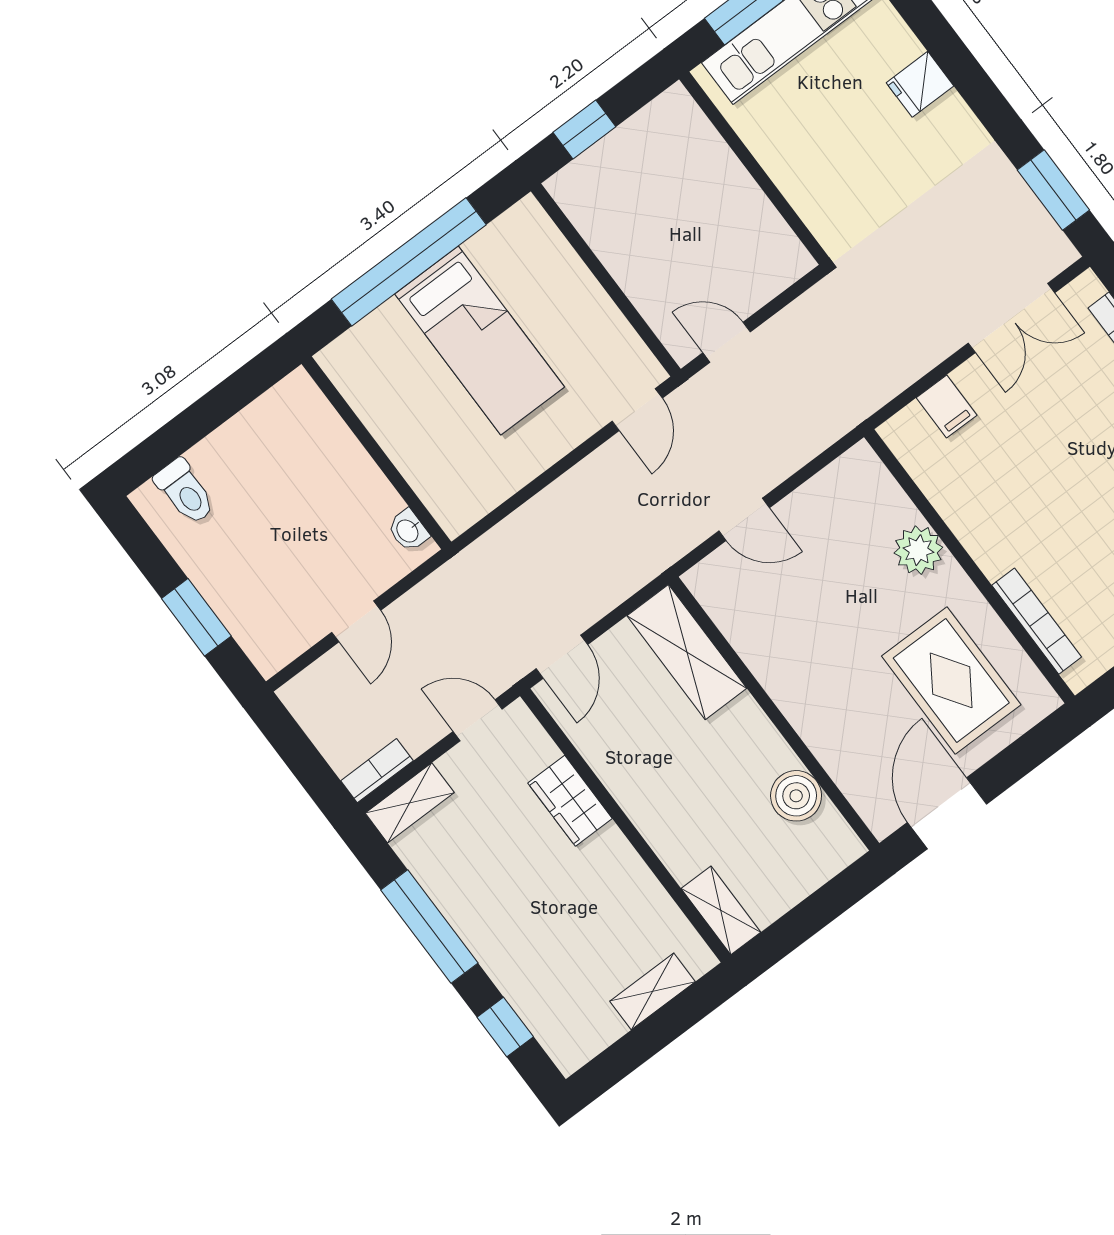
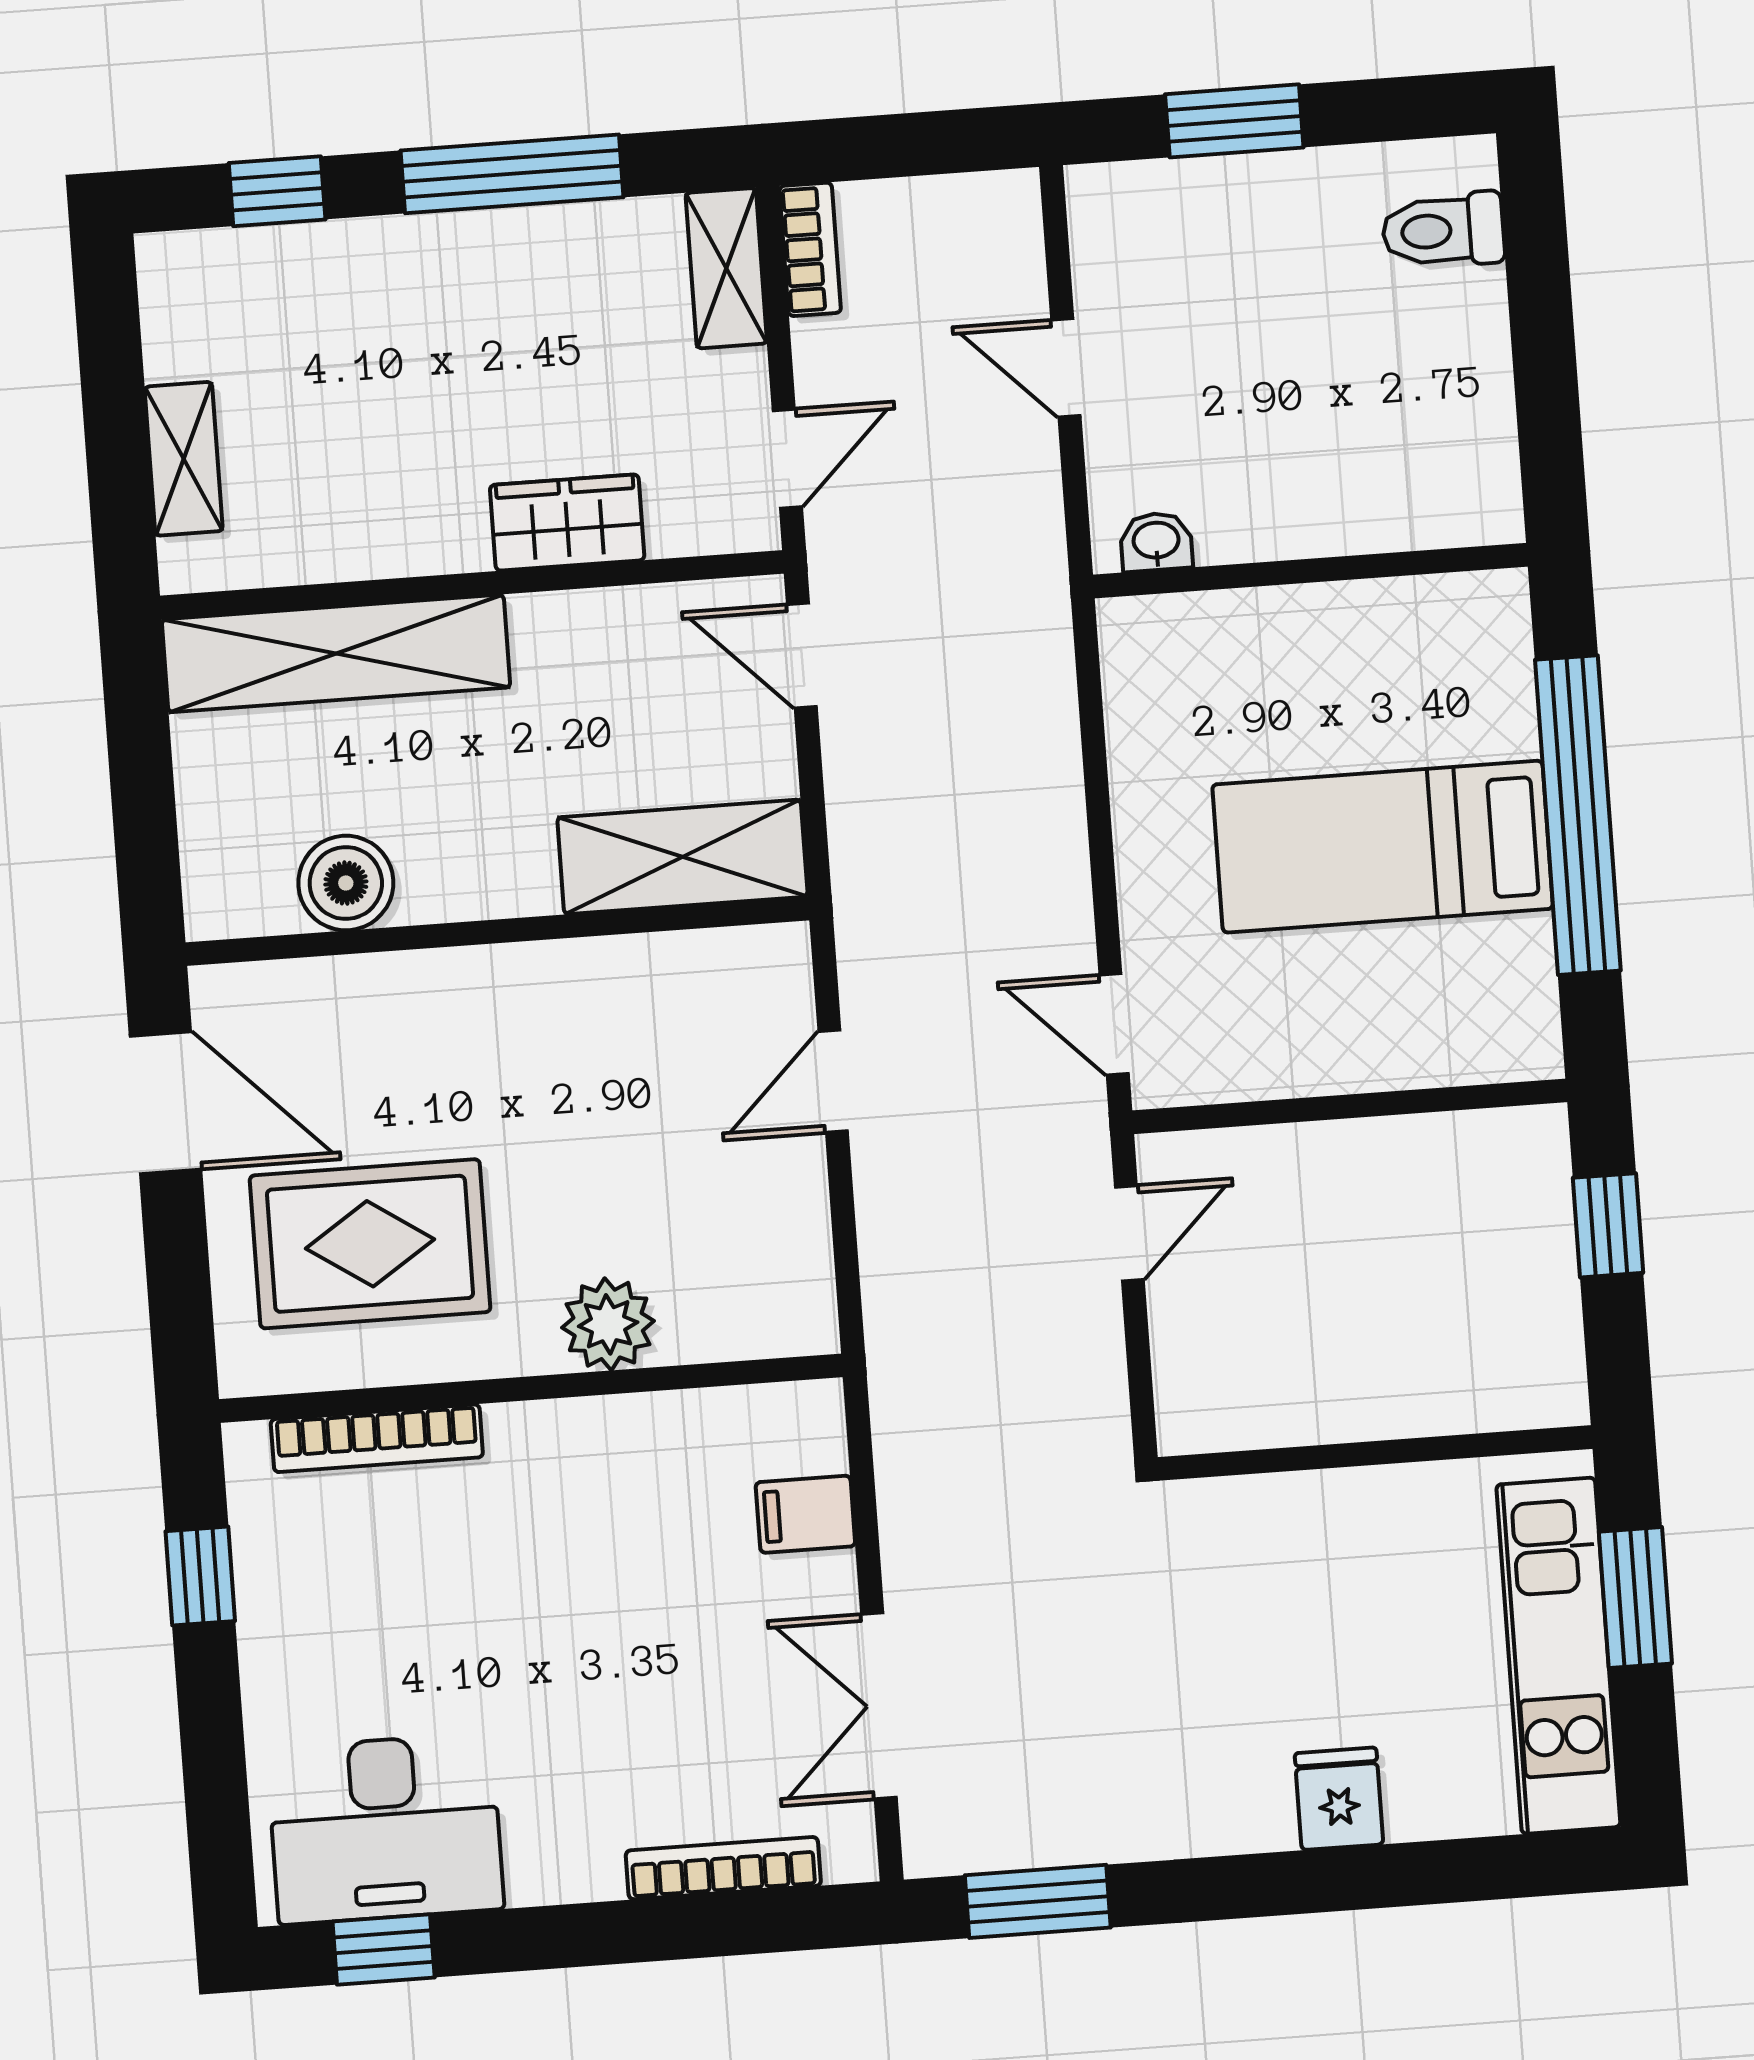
shelving: (721, 910) -> (336, 653), width x2.20, depth x1.33

